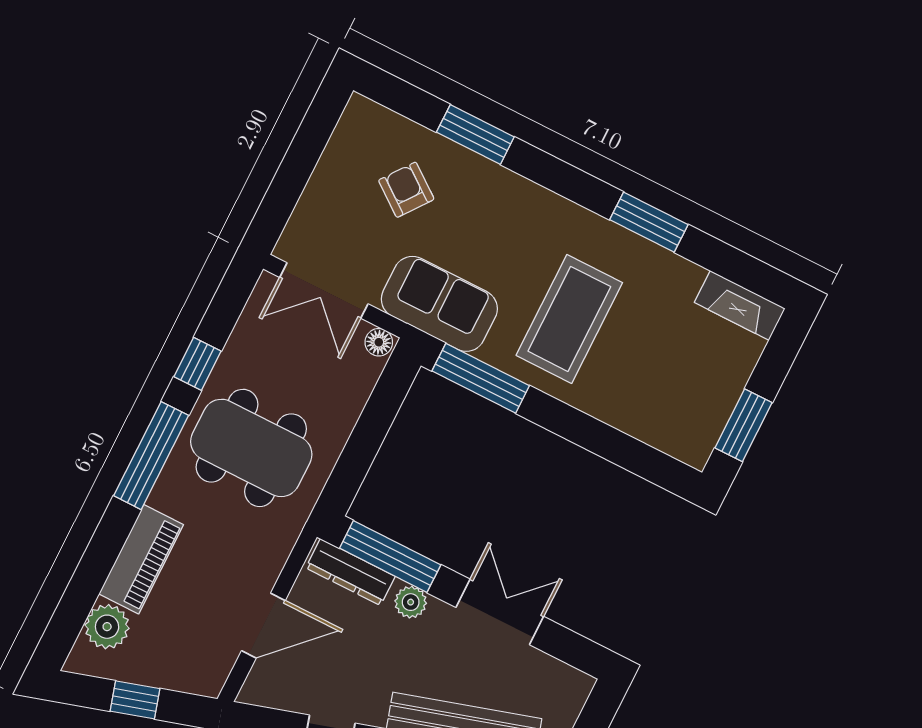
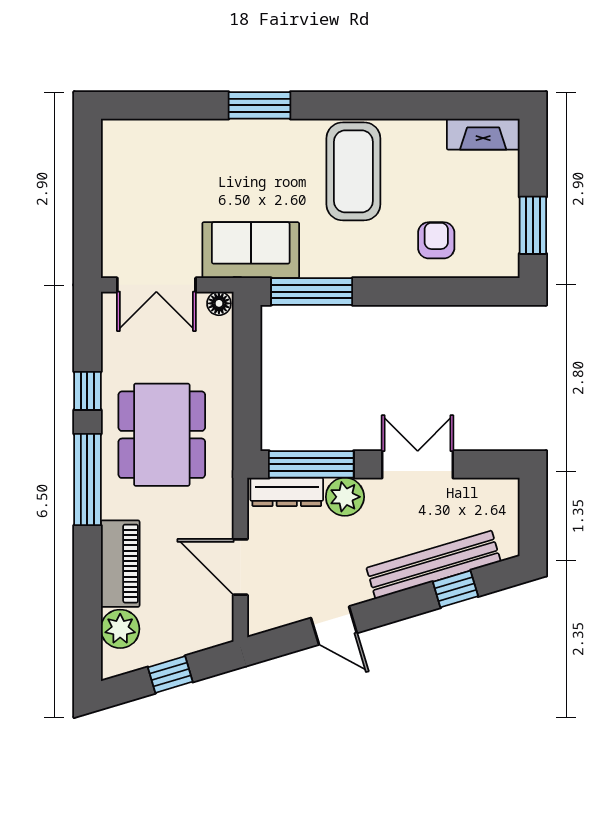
window: (475, 134) -> (259, 105), moved
armchair: (406, 190) -> (436, 240), moved, turned 53
window: (649, 222) -> (381, 105), removed
coffee table: (569, 319) -> (353, 171), moved
dining table: (251, 448) -> (162, 435), turned 90
plant: (411, 602) -> (345, 497), width x1.38, depth x1.38
door: (263, 626) -> (240, 567), swing flipped

